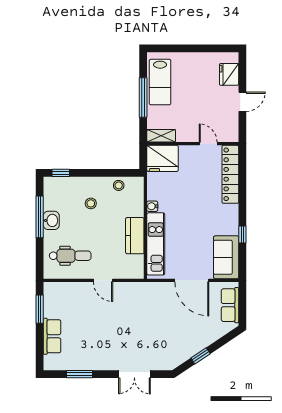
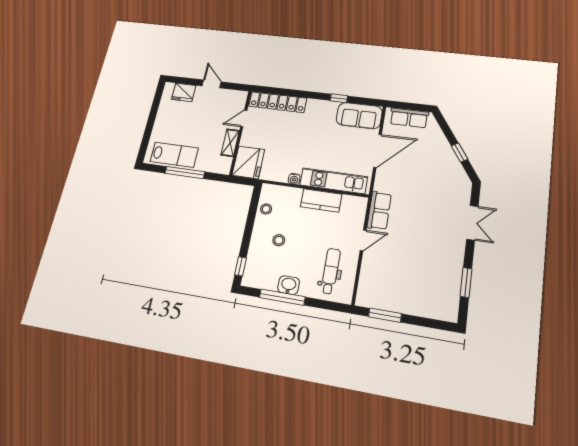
shelving: (161, 136) -> (230, 143), moved
row of seats: (52, 336) -> (379, 211), moved, turned 90

